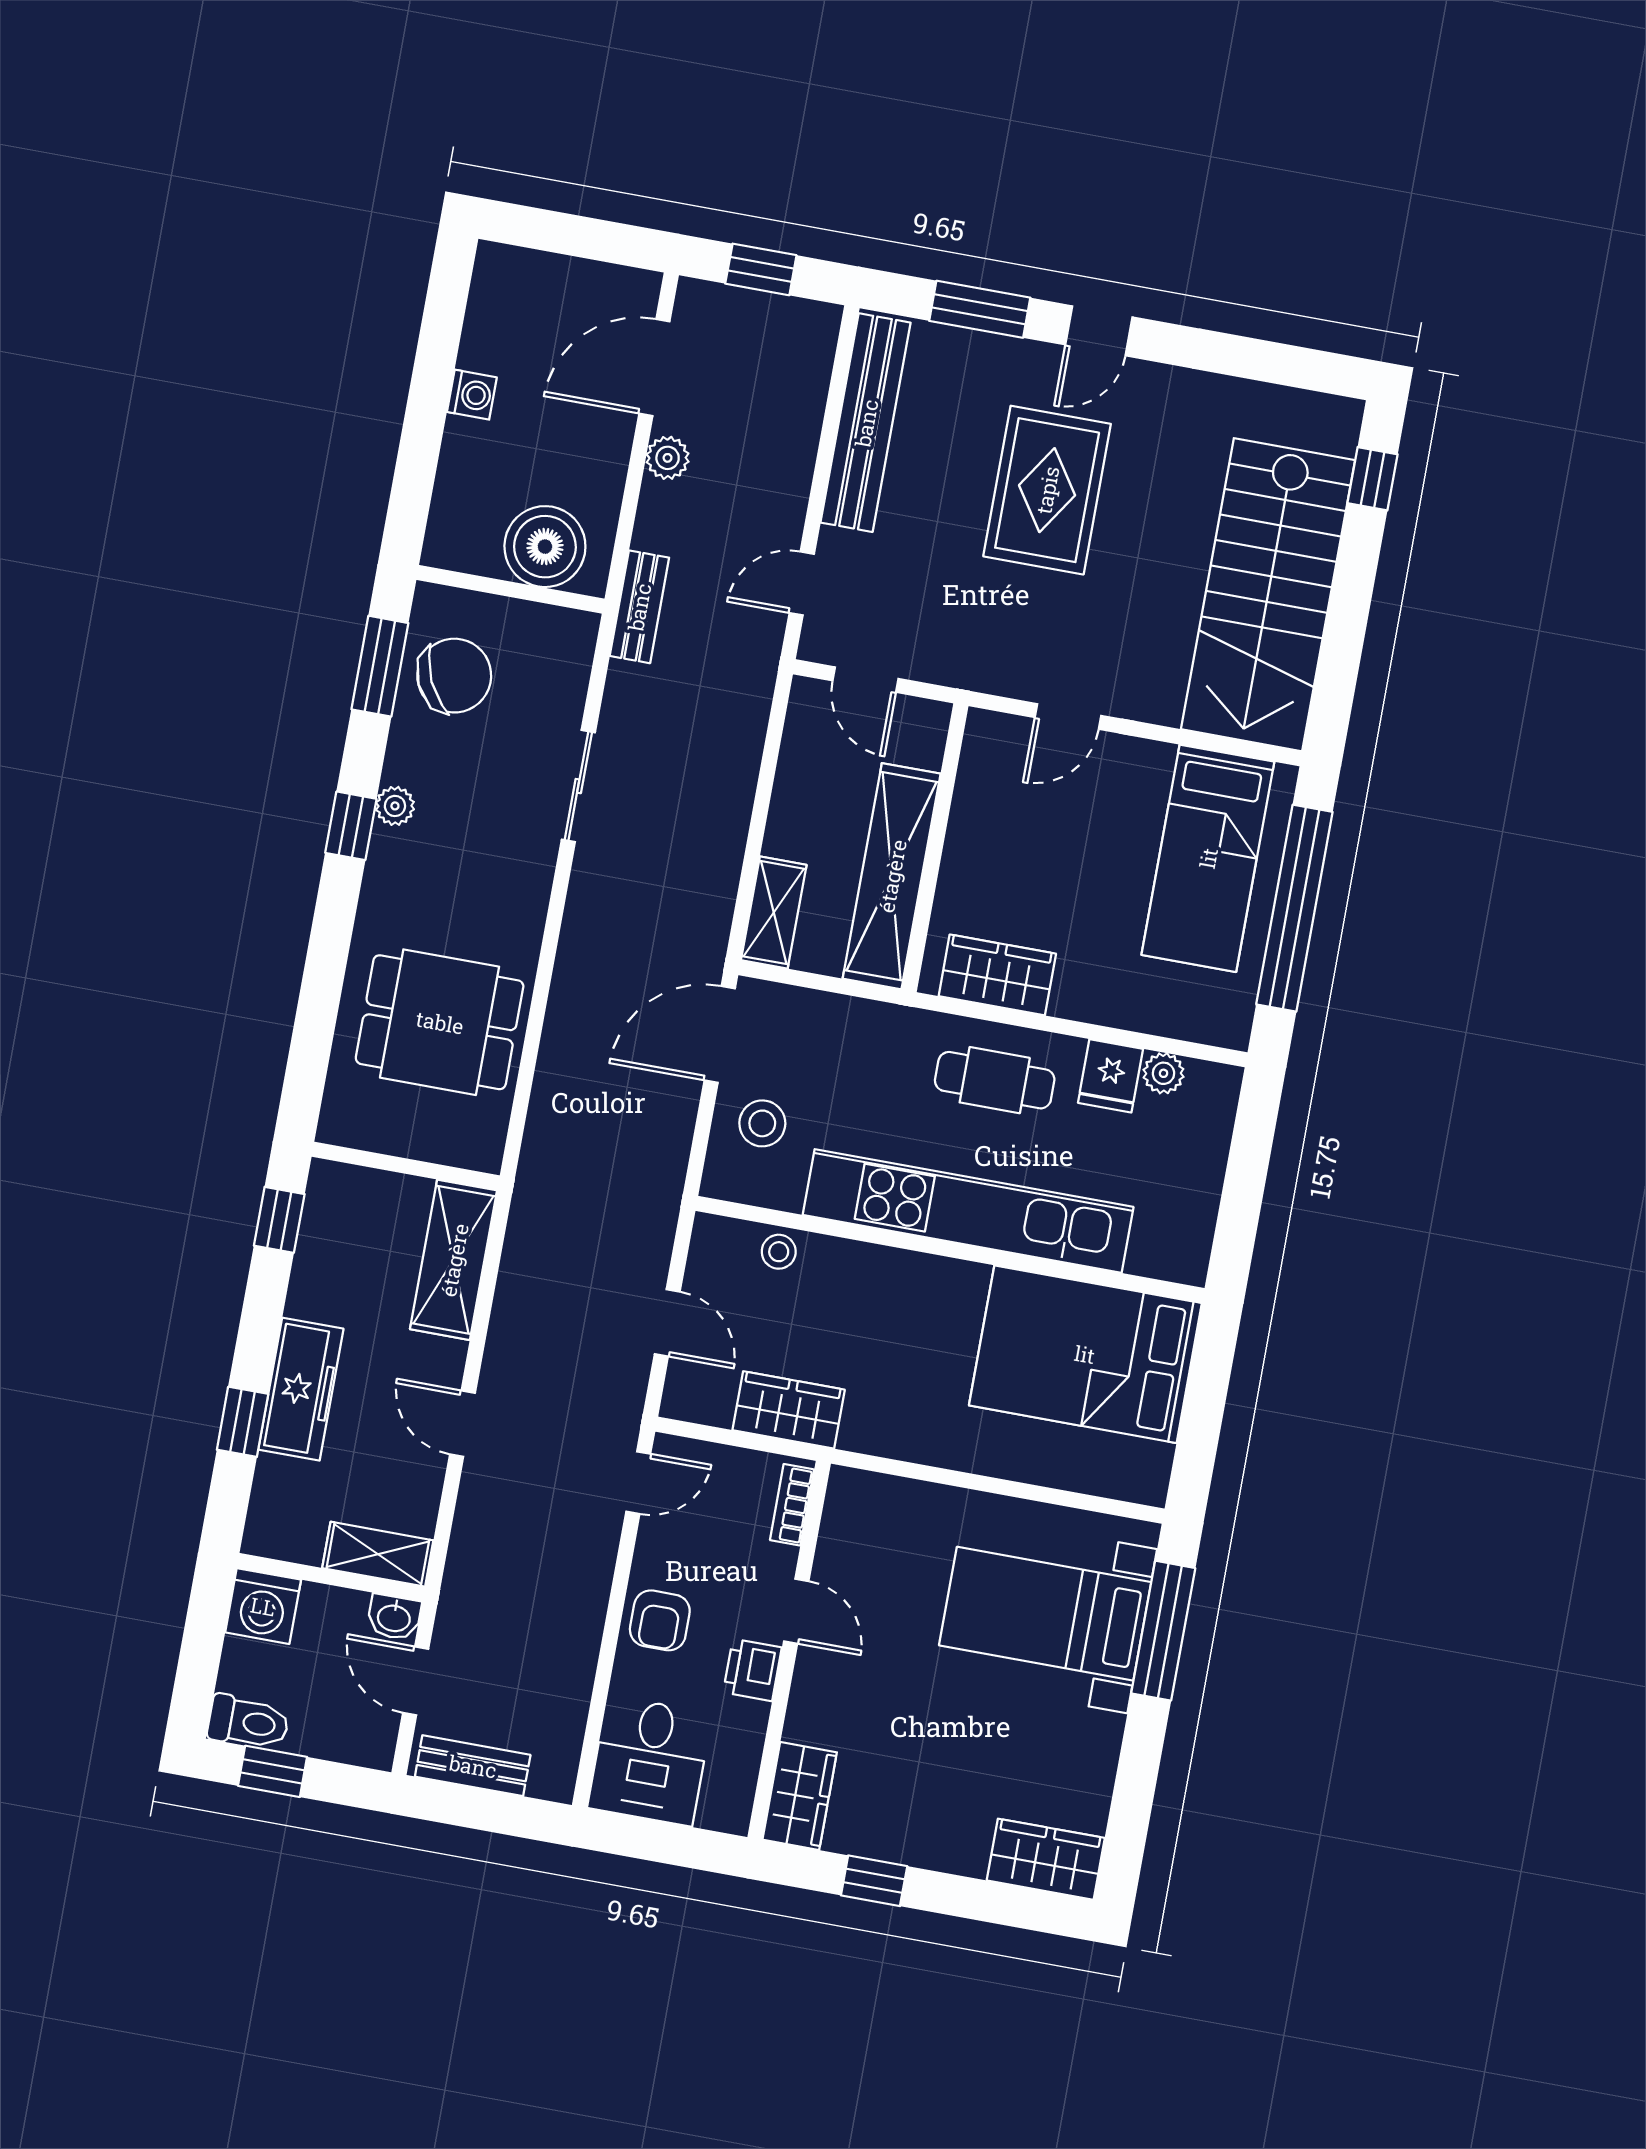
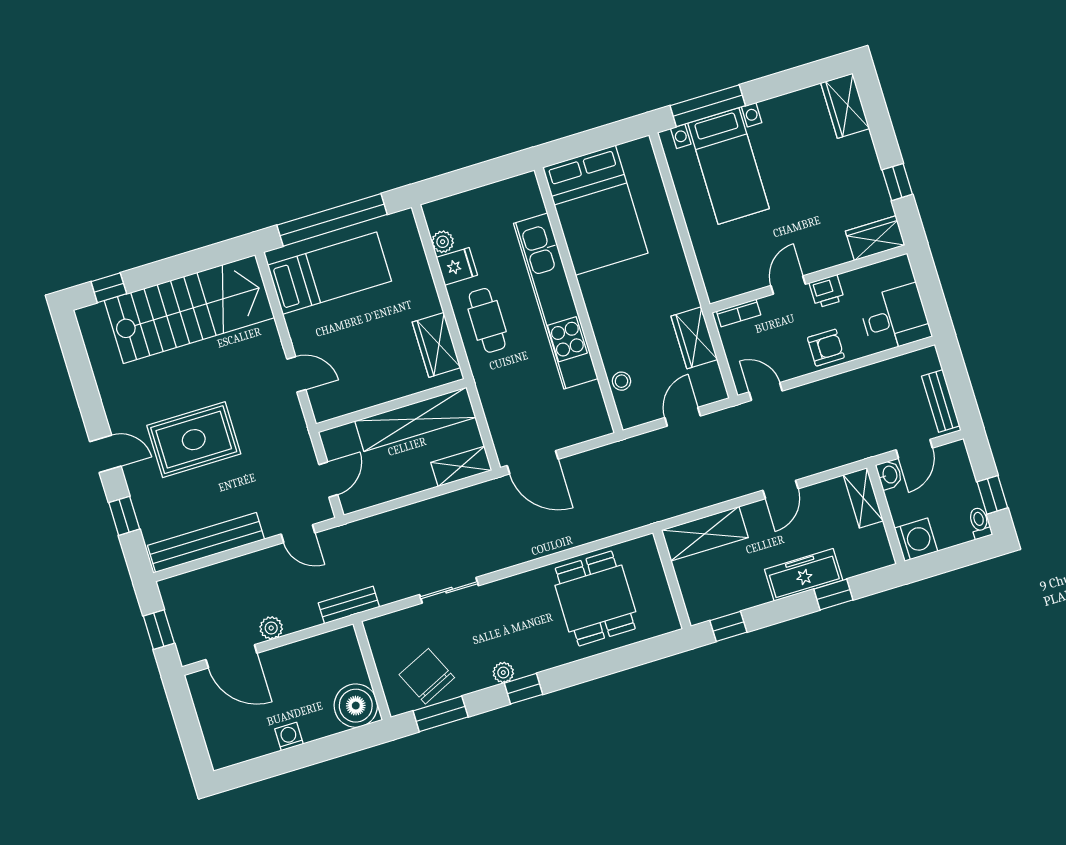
window: (980, 309) -> (124, 516), width x0.67
boiler: (545, 547) -> (356, 706), moved
stool: (762, 1123) -> (564, 420), removed
toilet: (248, 1722) -> (980, 523), width x0.73, depth x0.72

